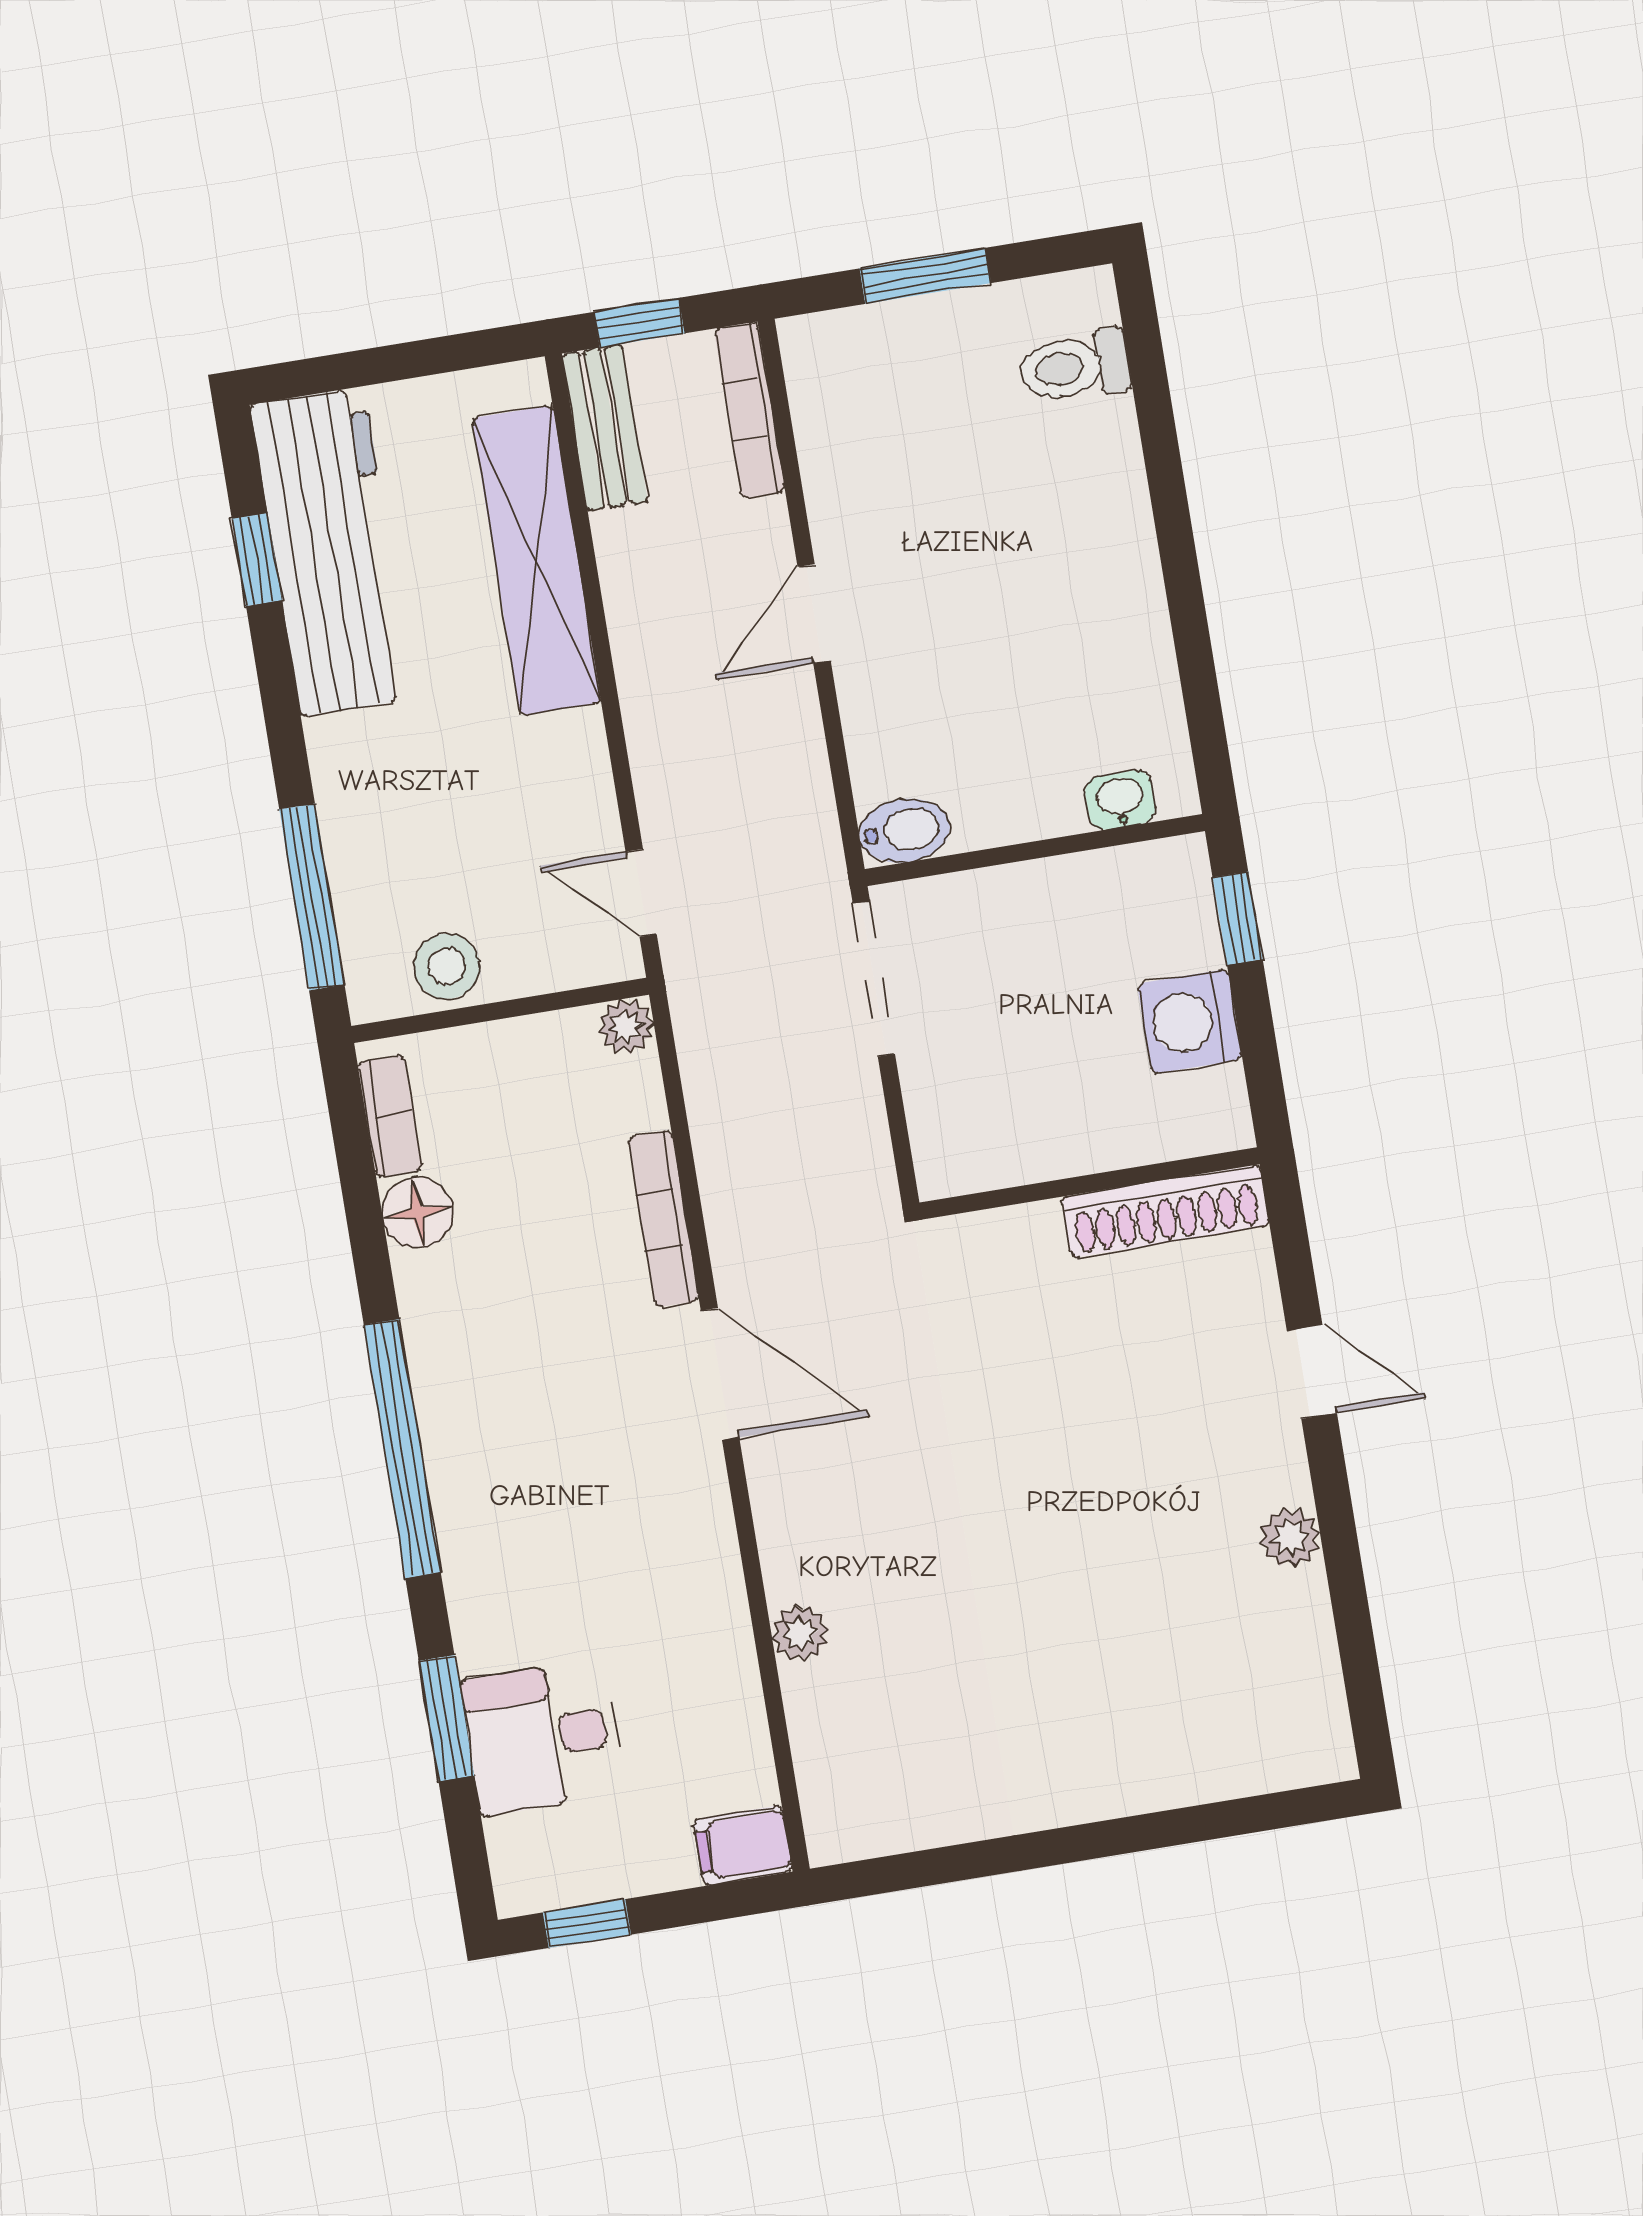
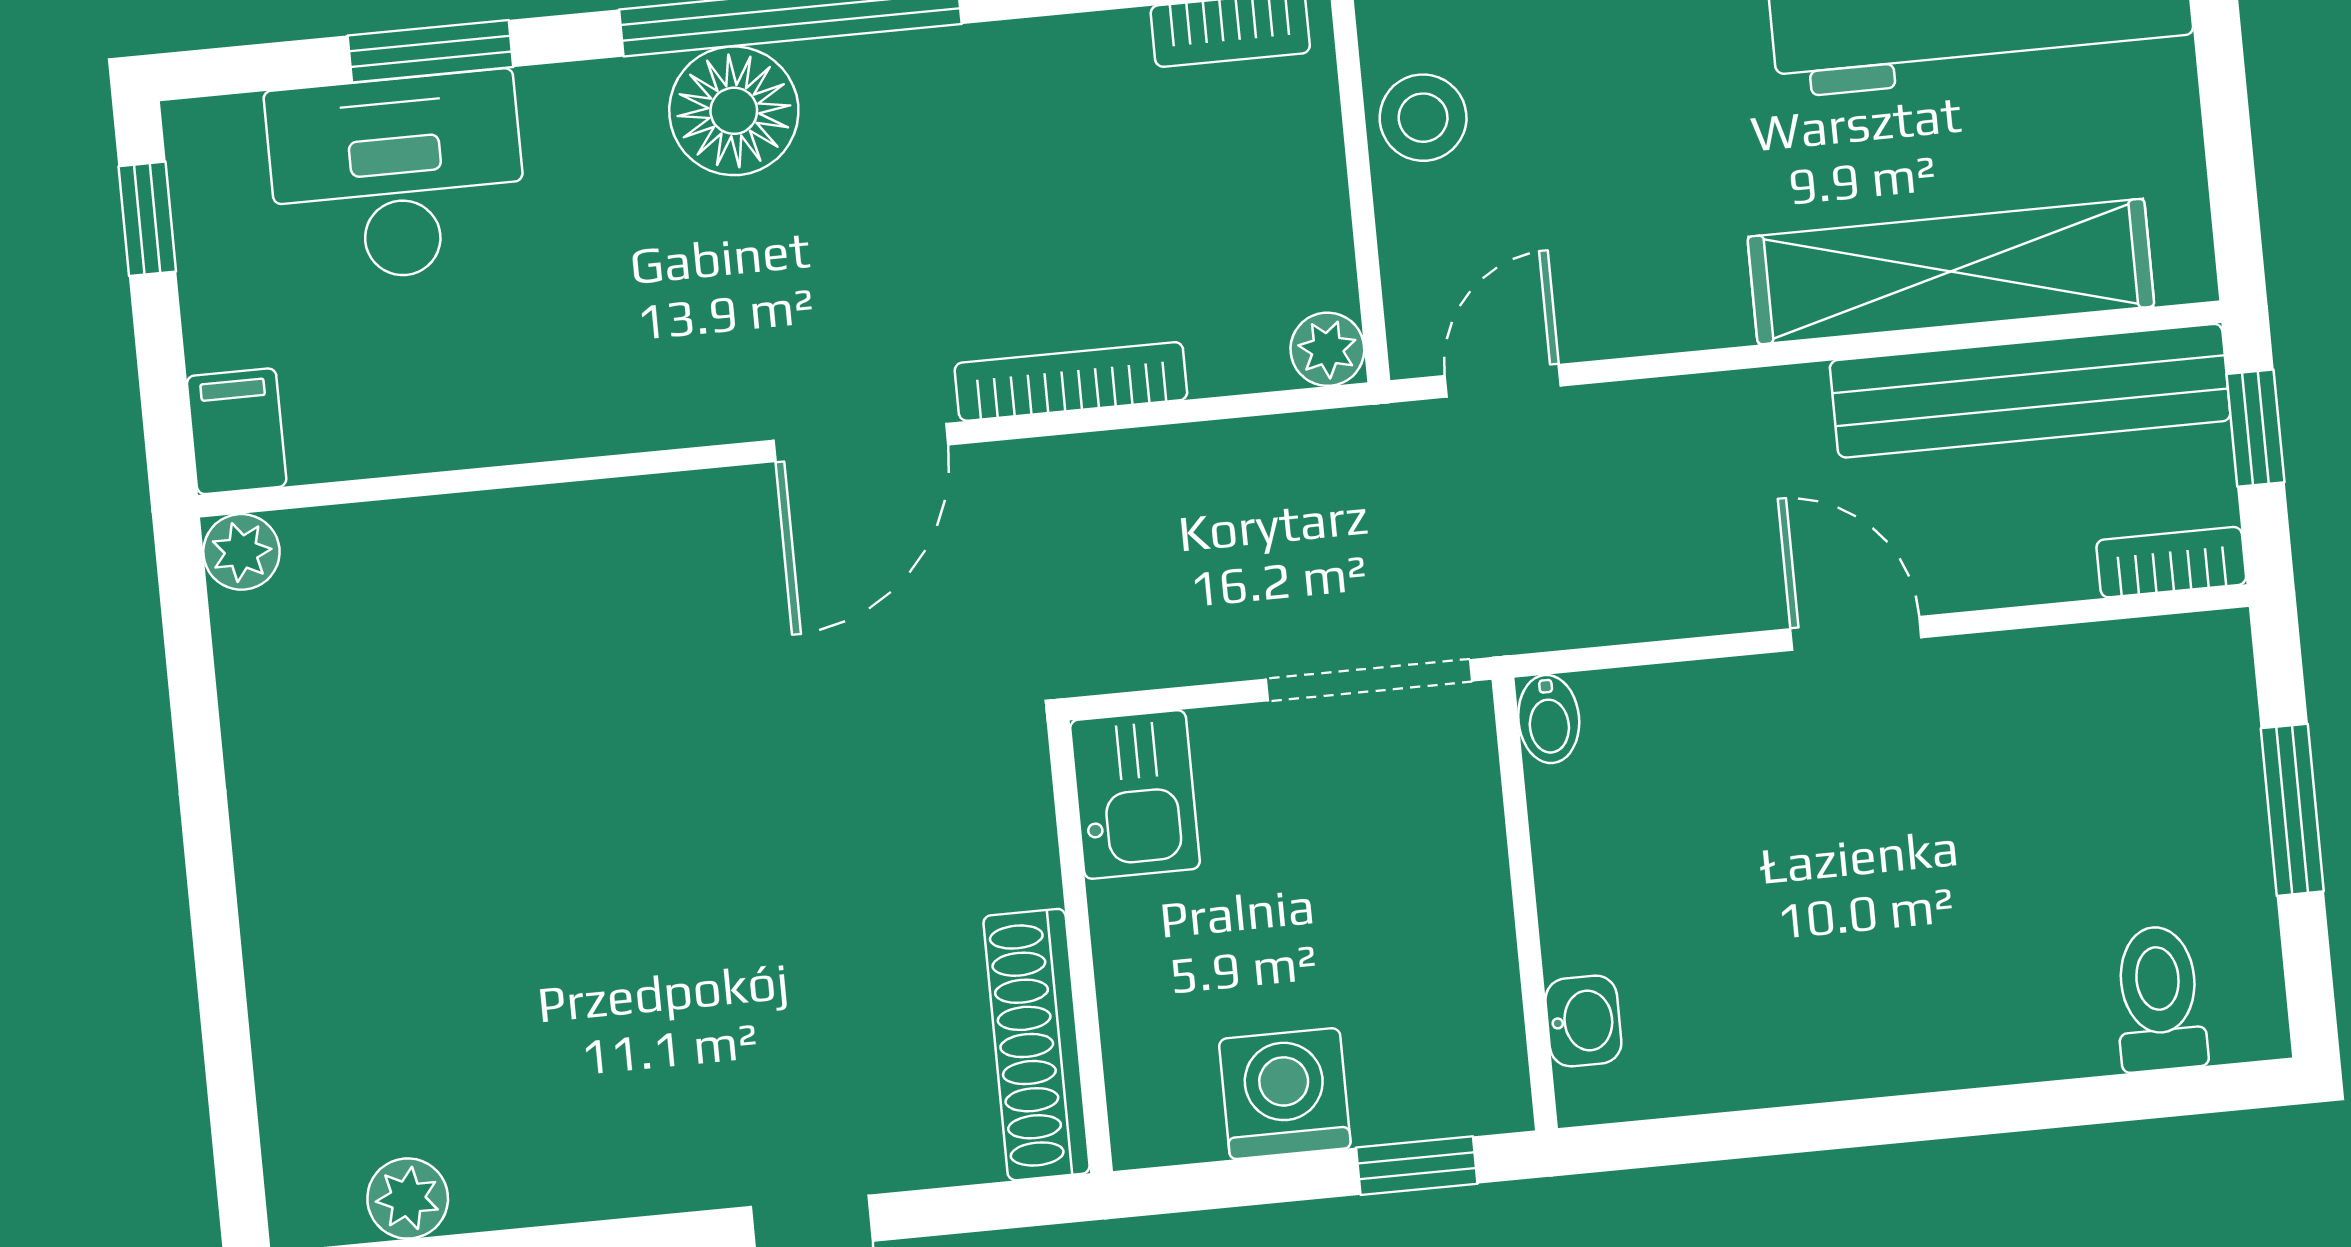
bookcase: (750, 410) -> (2171, 562), width x0.64
bench: (605, 427) -> (2030, 391), width x1.86, depth x1.21
bidet: (905, 831) -> (1549, 719), width x0.72, depth x0.74
kitchen sink: (972, 1150) -> (1135, 795), added
floor lamp: (418, 1213) -> (734, 111), moved, width x1.38, depth x1.38
plant: (1290, 1537) -> (408, 1198), moved
plant: (800, 1633) -> (241, 552), moved
desk: (543, 1737) -> (397, 177), width x1.37

